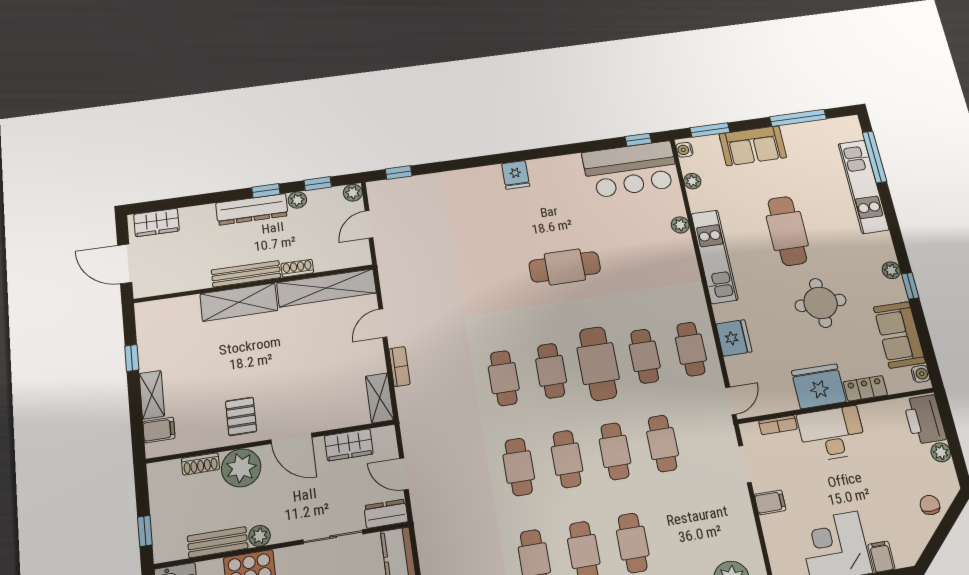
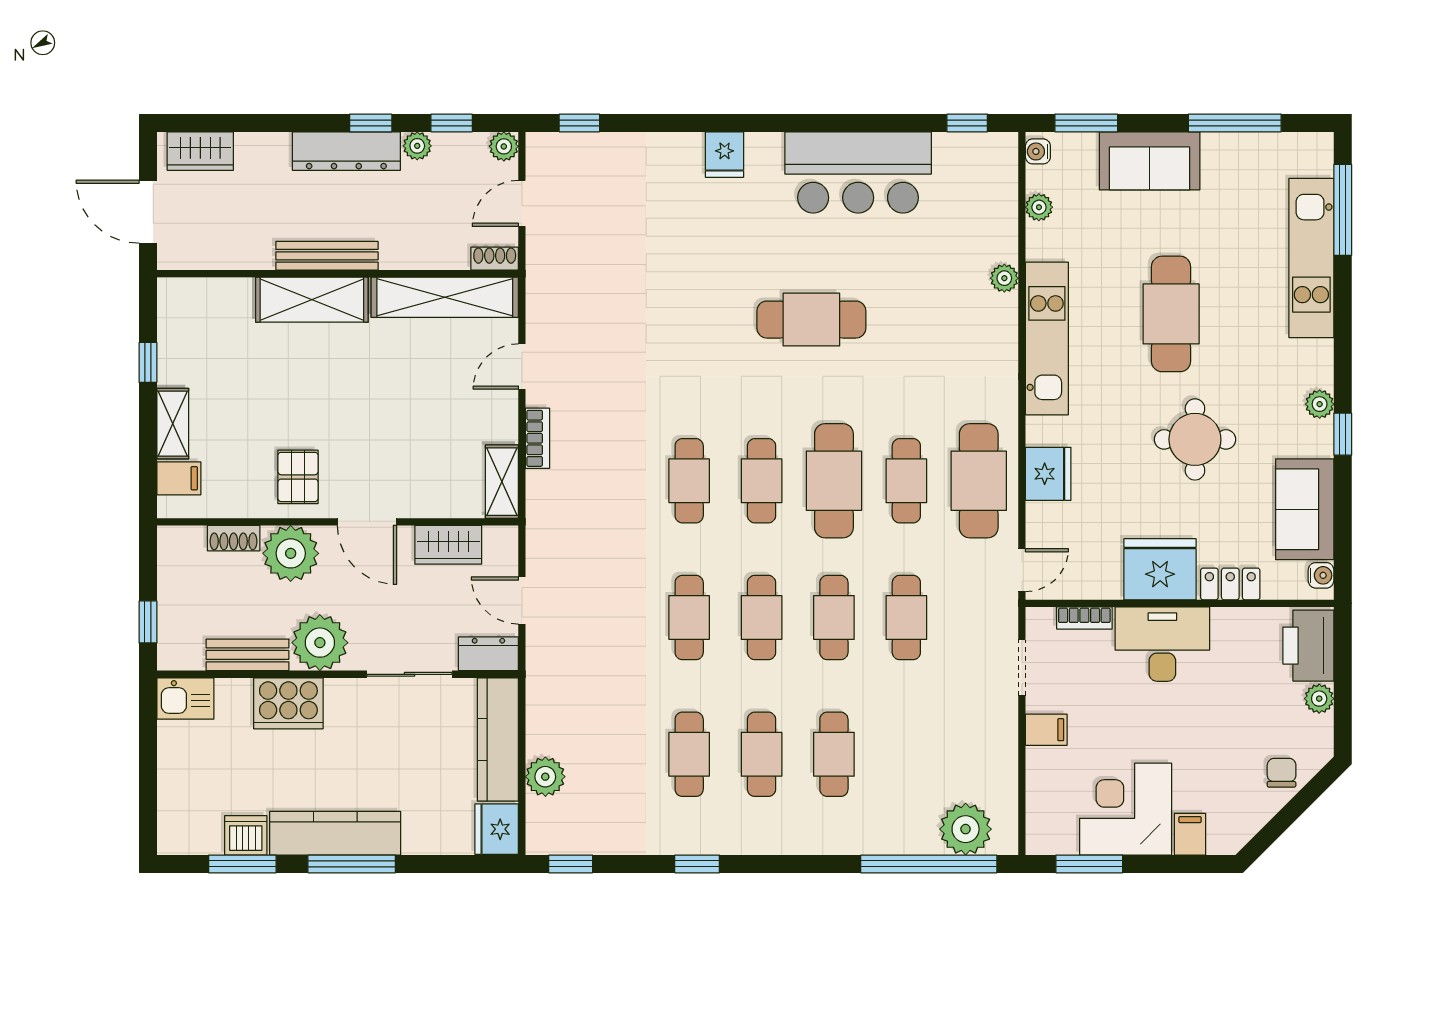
bar counter: (631, 169) -> (858, 172), moved
fridge: (516, 175) -> (725, 155), moved
shoe rack: (297, 268) -> (495, 259), moved
cafe table: (691, 349) -> (979, 481), width x1.37, depth x1.35
plant: (259, 536) -> (320, 643), width x1.87, depth x1.87

